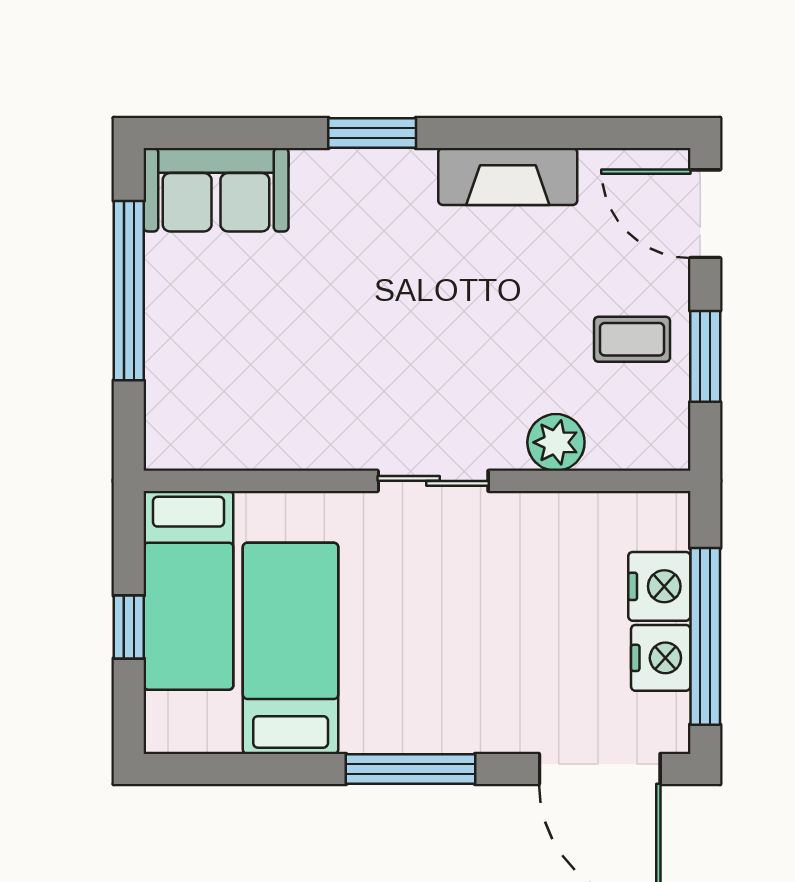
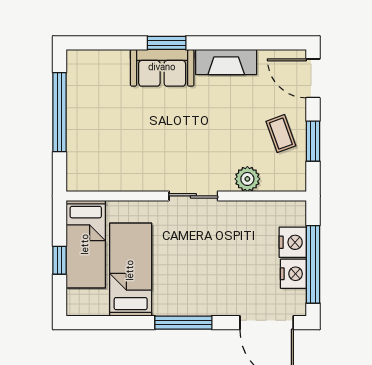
sofa: (216, 190) -> (162, 68), moved
coffee table: (632, 339) -> (281, 134), turned 70

